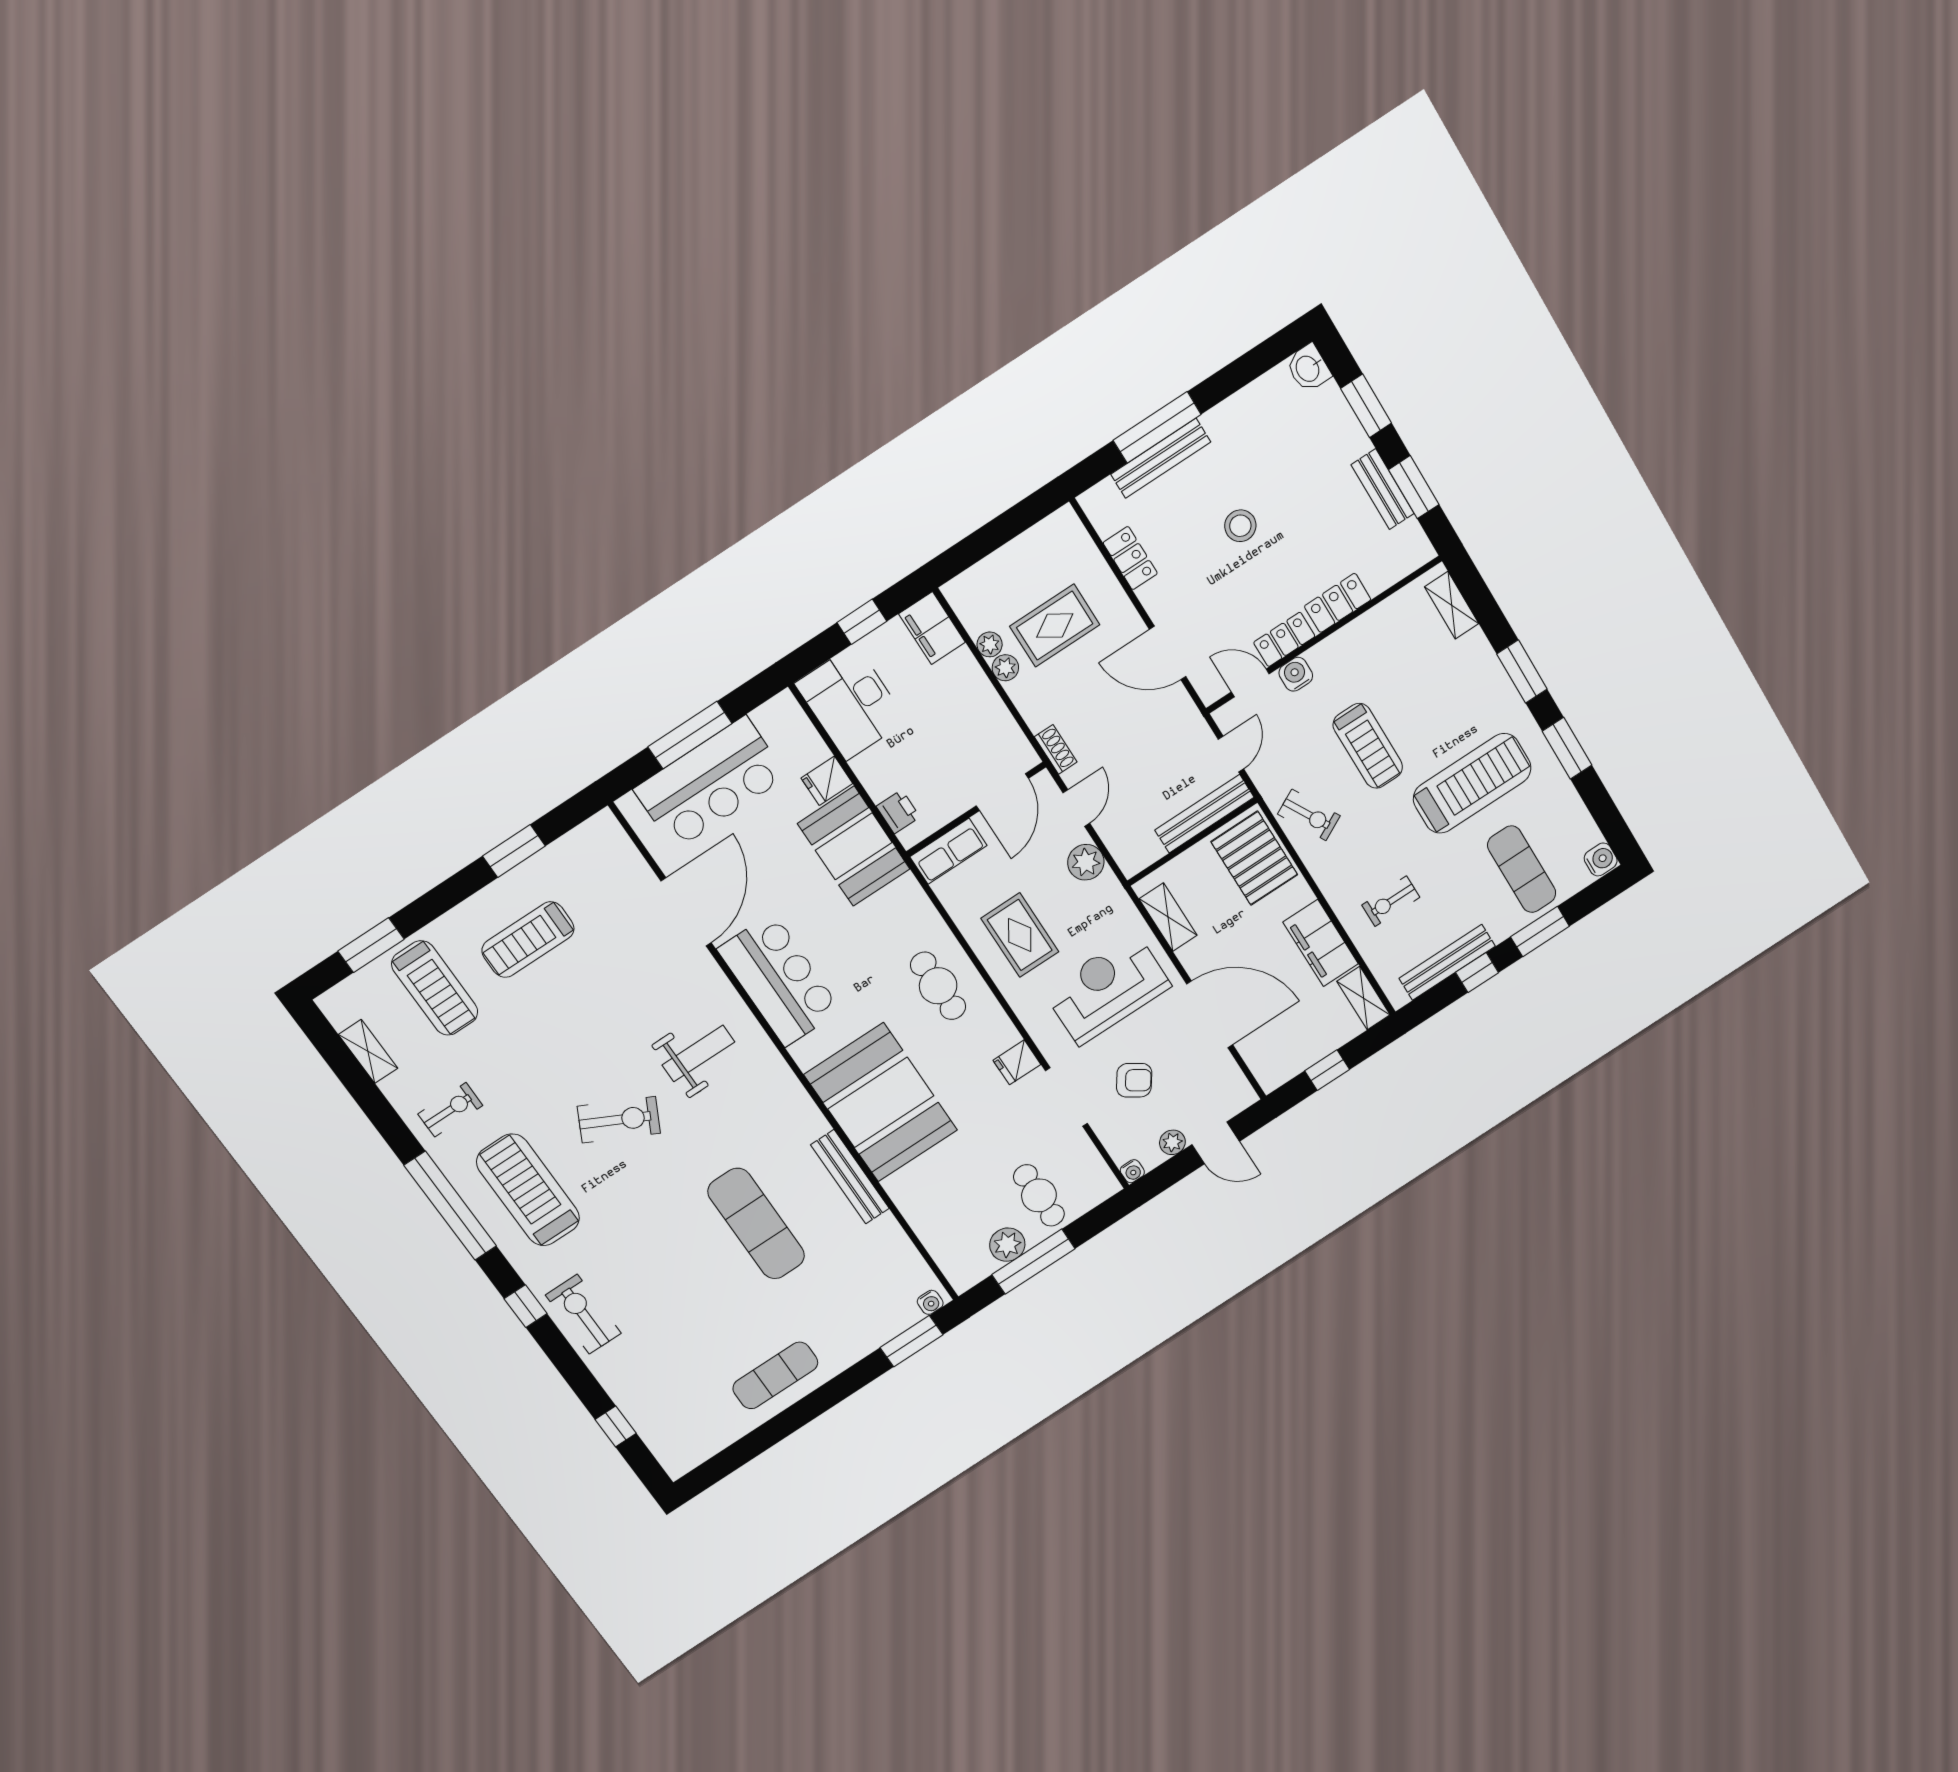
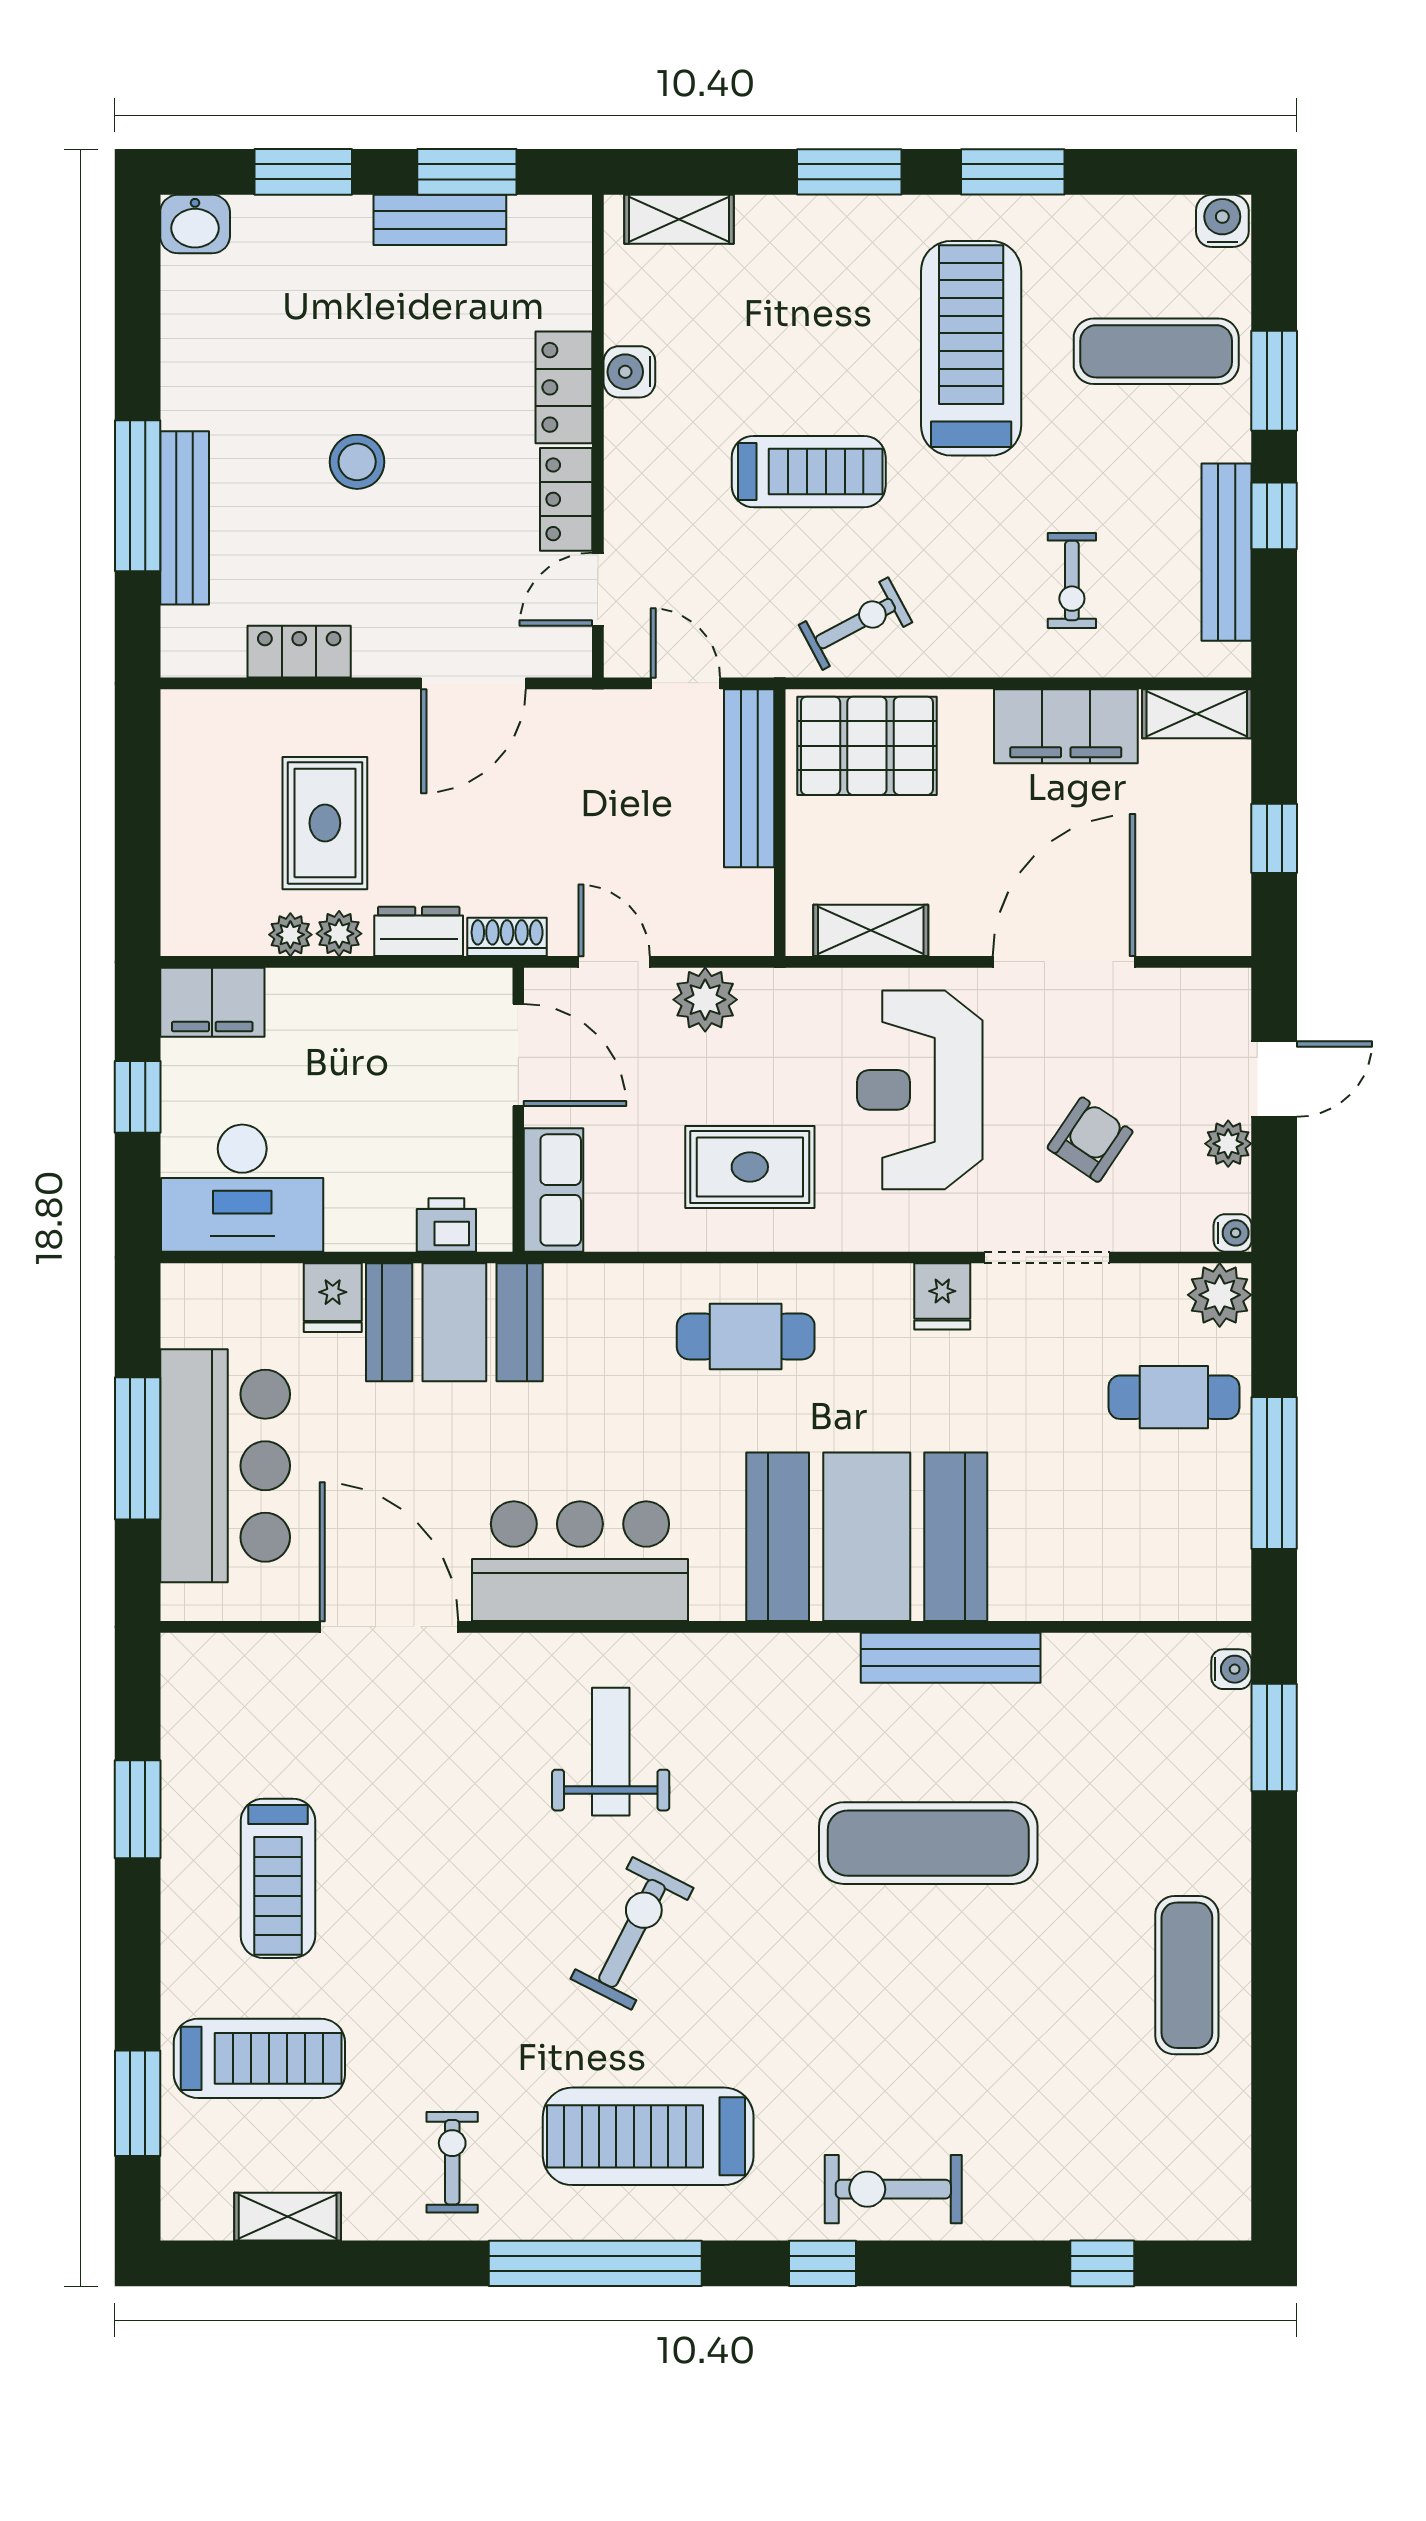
water cooler: (1296, 674) -> (629, 372), moved
dresser: (1031, 705) -> (419, 931), added
plant: (1007, 1245) -> (1220, 1295), moved

